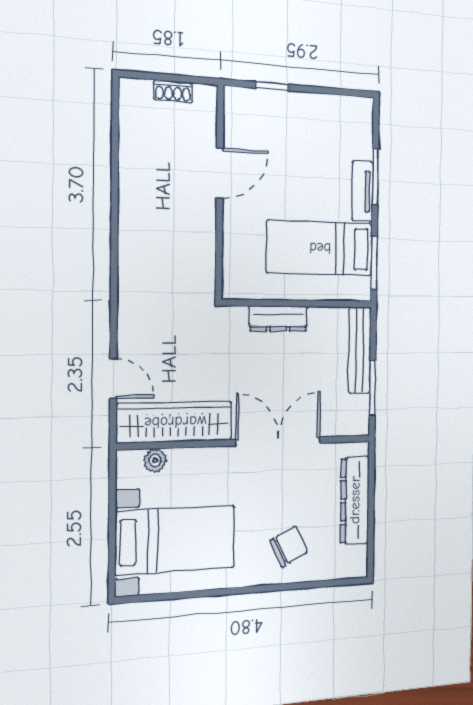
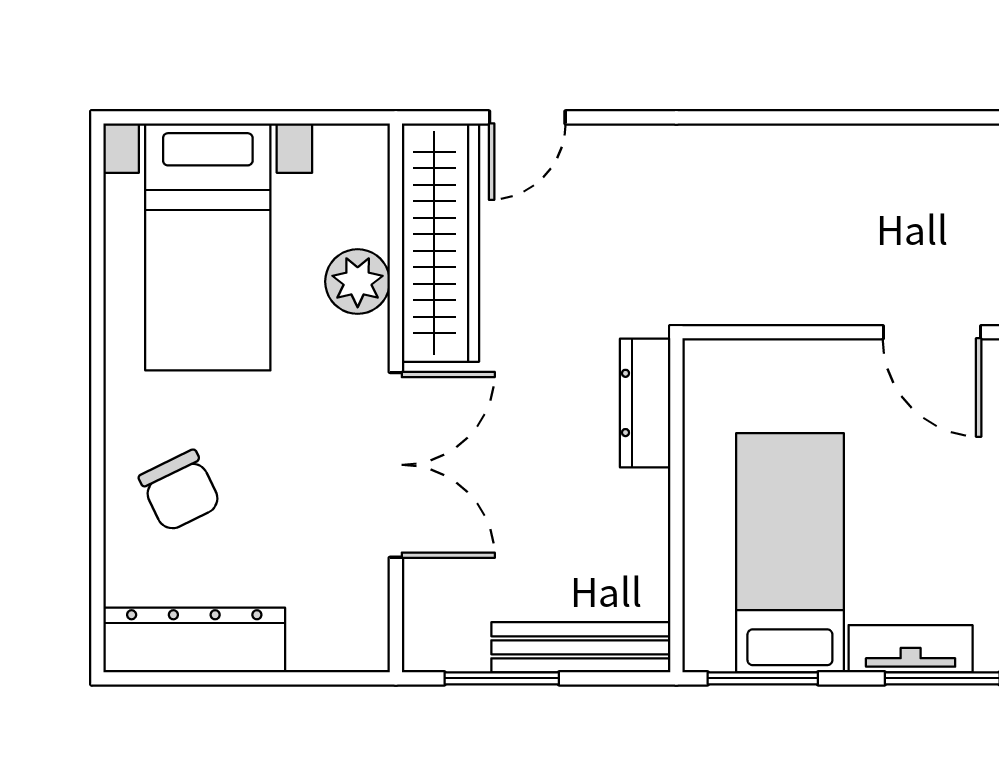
dresser: (278, 319) -> (645, 403), moved
plant: (155, 460) -> (358, 282), moved, width x1.38, depth x1.38
dresser: (355, 500) -> (194, 640), moved

